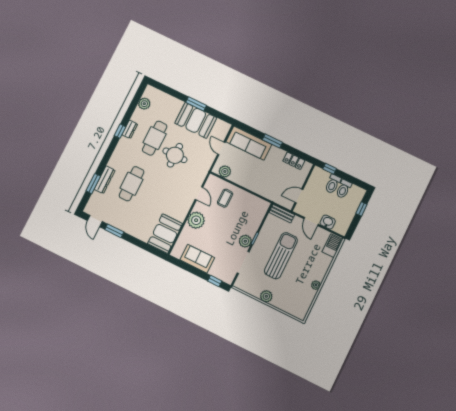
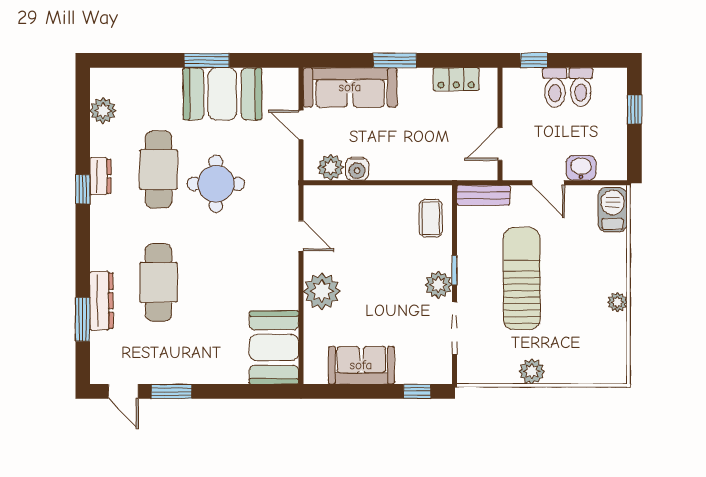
water cooler: (235, 177) -> (357, 169), added
coffee table: (225, 198) -> (431, 218), moved

